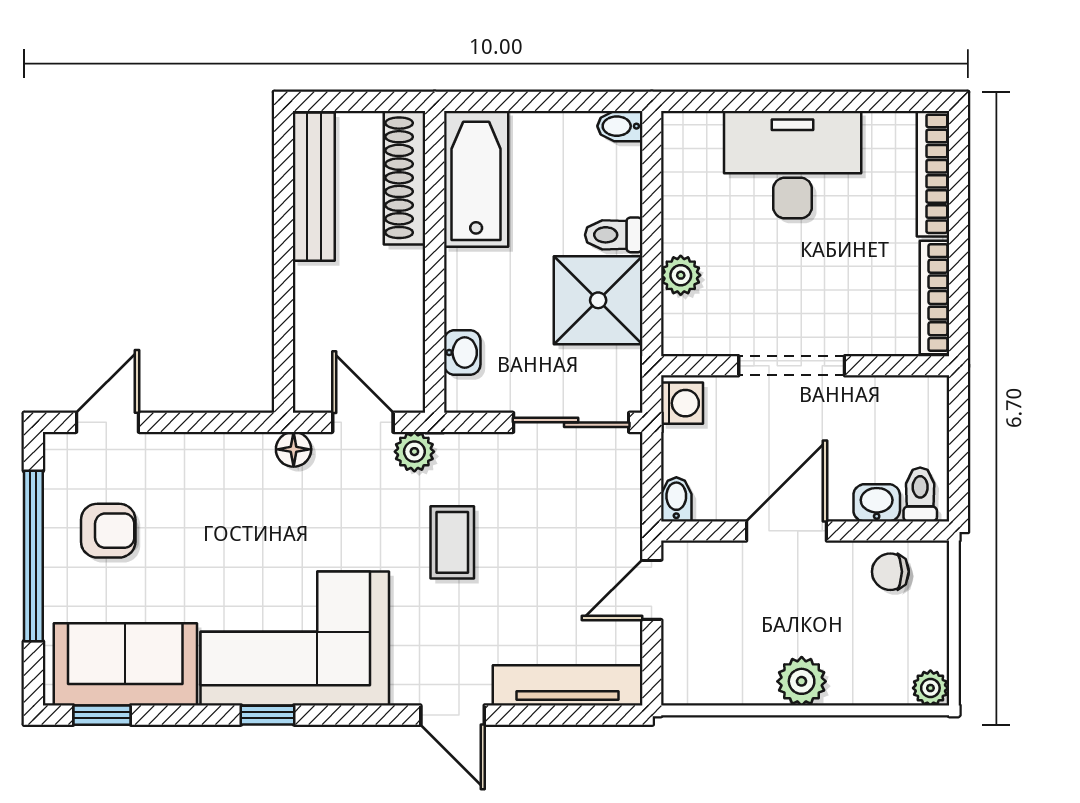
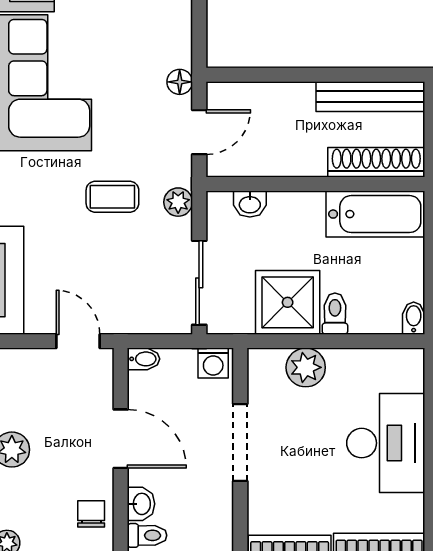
plant: (681, 275) -> (306, 367), width x1.38, depth x1.38
plant: (414, 452) -> (178, 202), moved

